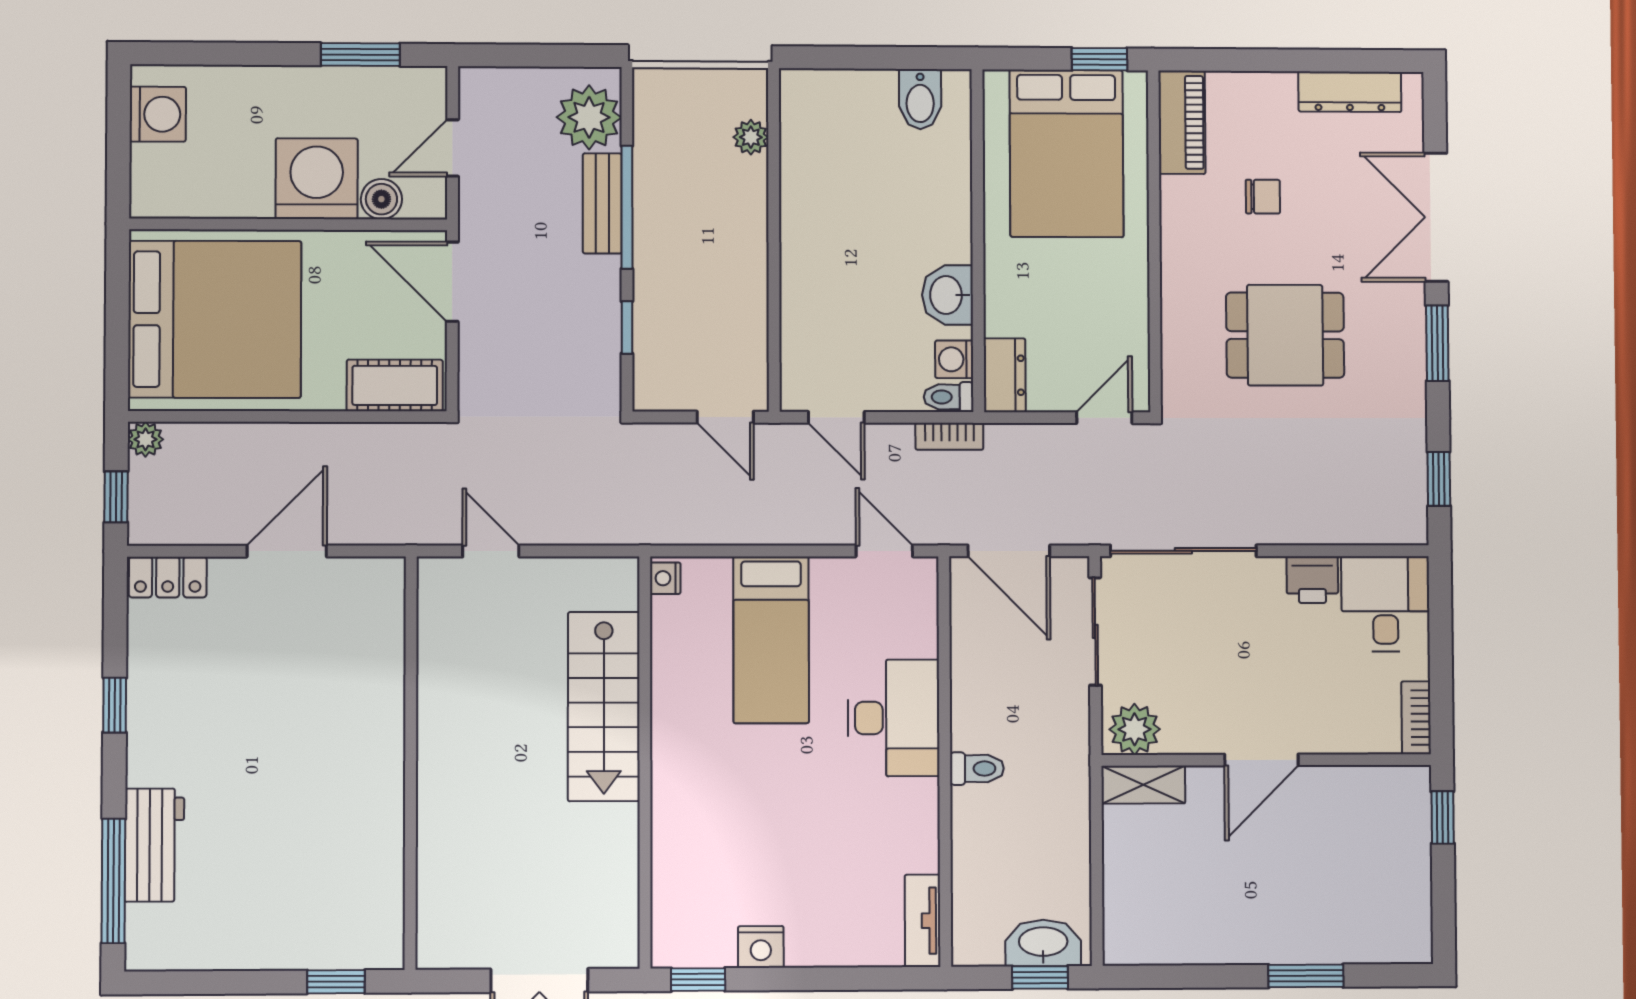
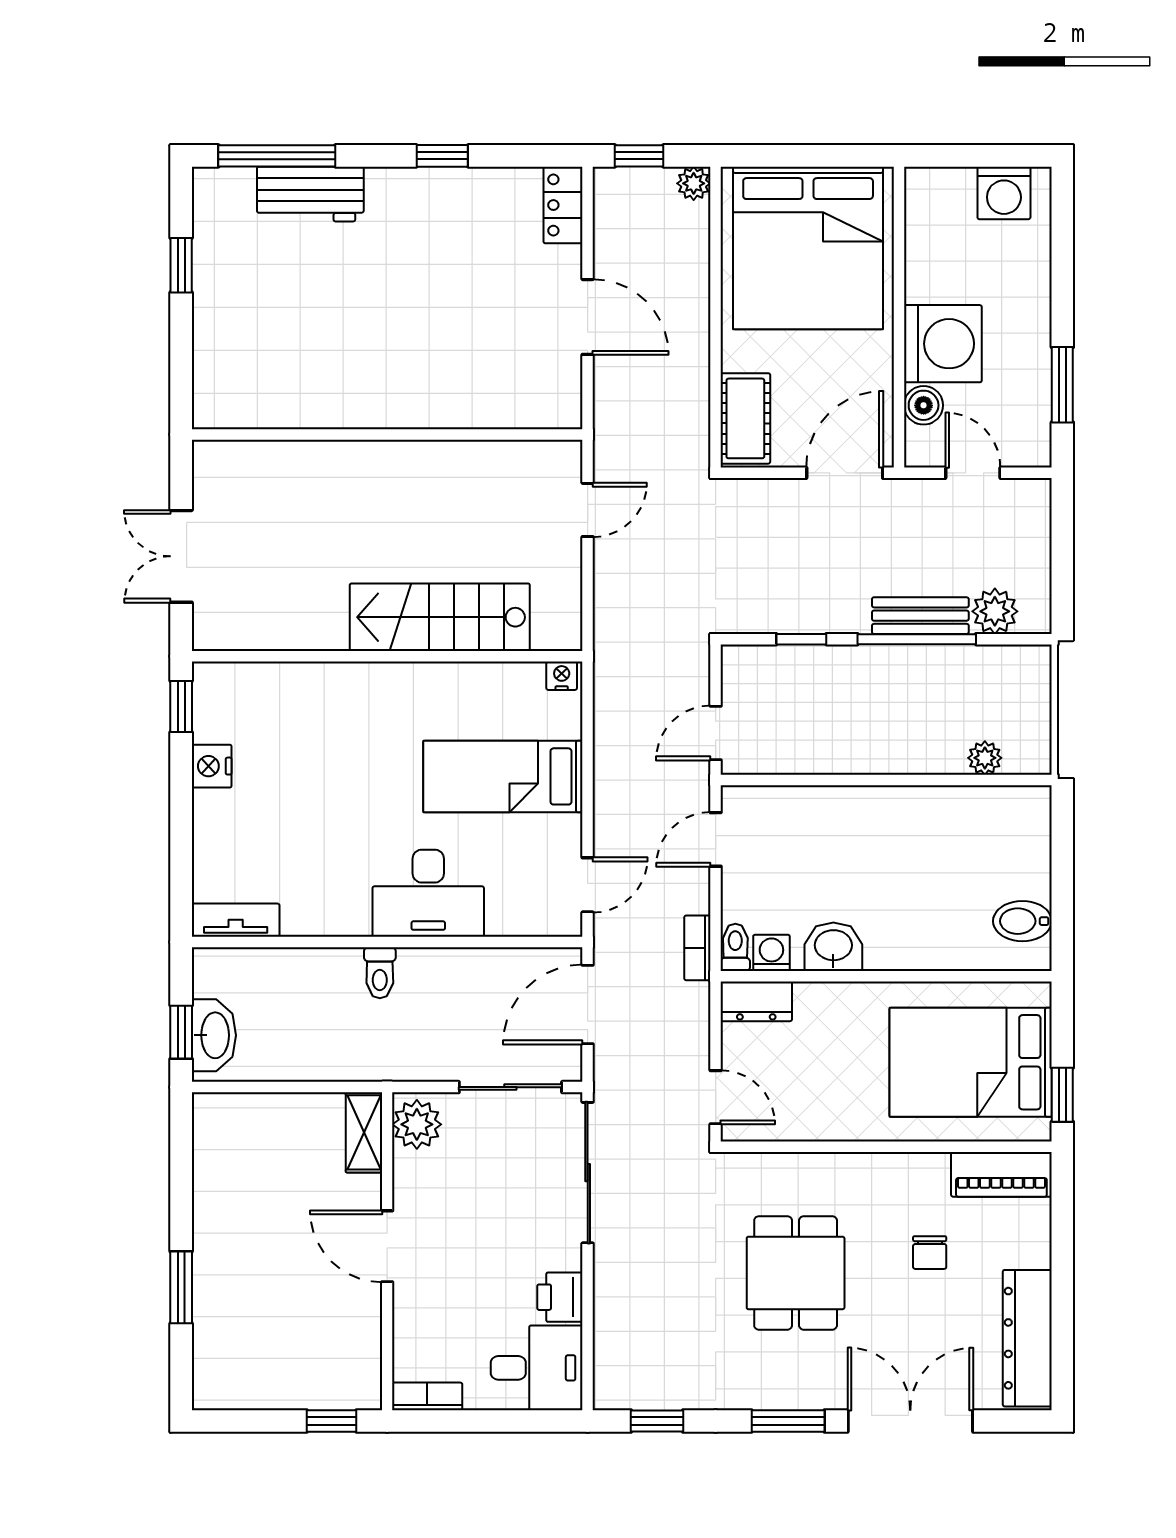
dresser: (1350, 92) -> (1027, 1338), width x1.37, depth x1.24
plant: (589, 117) -> (995, 611), width x0.73, depth x0.73
window: (336, 982) -> (181, 265), moved

